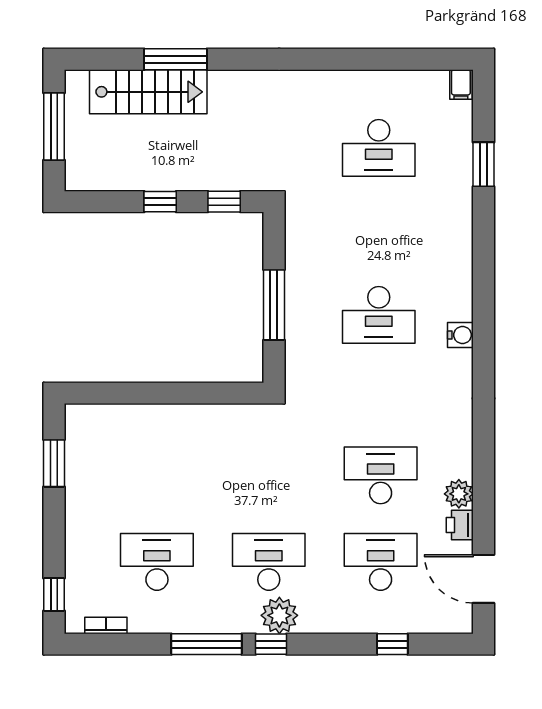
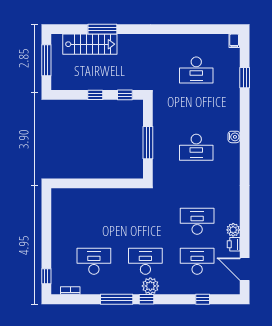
water cooler: (460, 335) -> (234, 137), moved
window: (54, 463) -> (46, 216), removed

